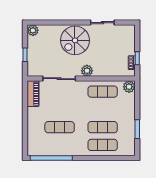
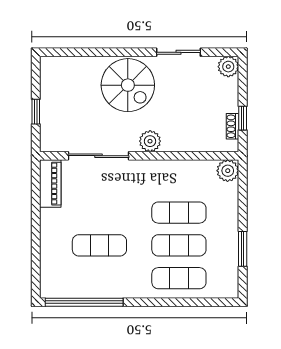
plant: (33, 30) -> (228, 67), moved
spiral stairs: (75, 40) -> (128, 85), turned -90
exercise mat: (103, 92) -> (179, 213), moved

